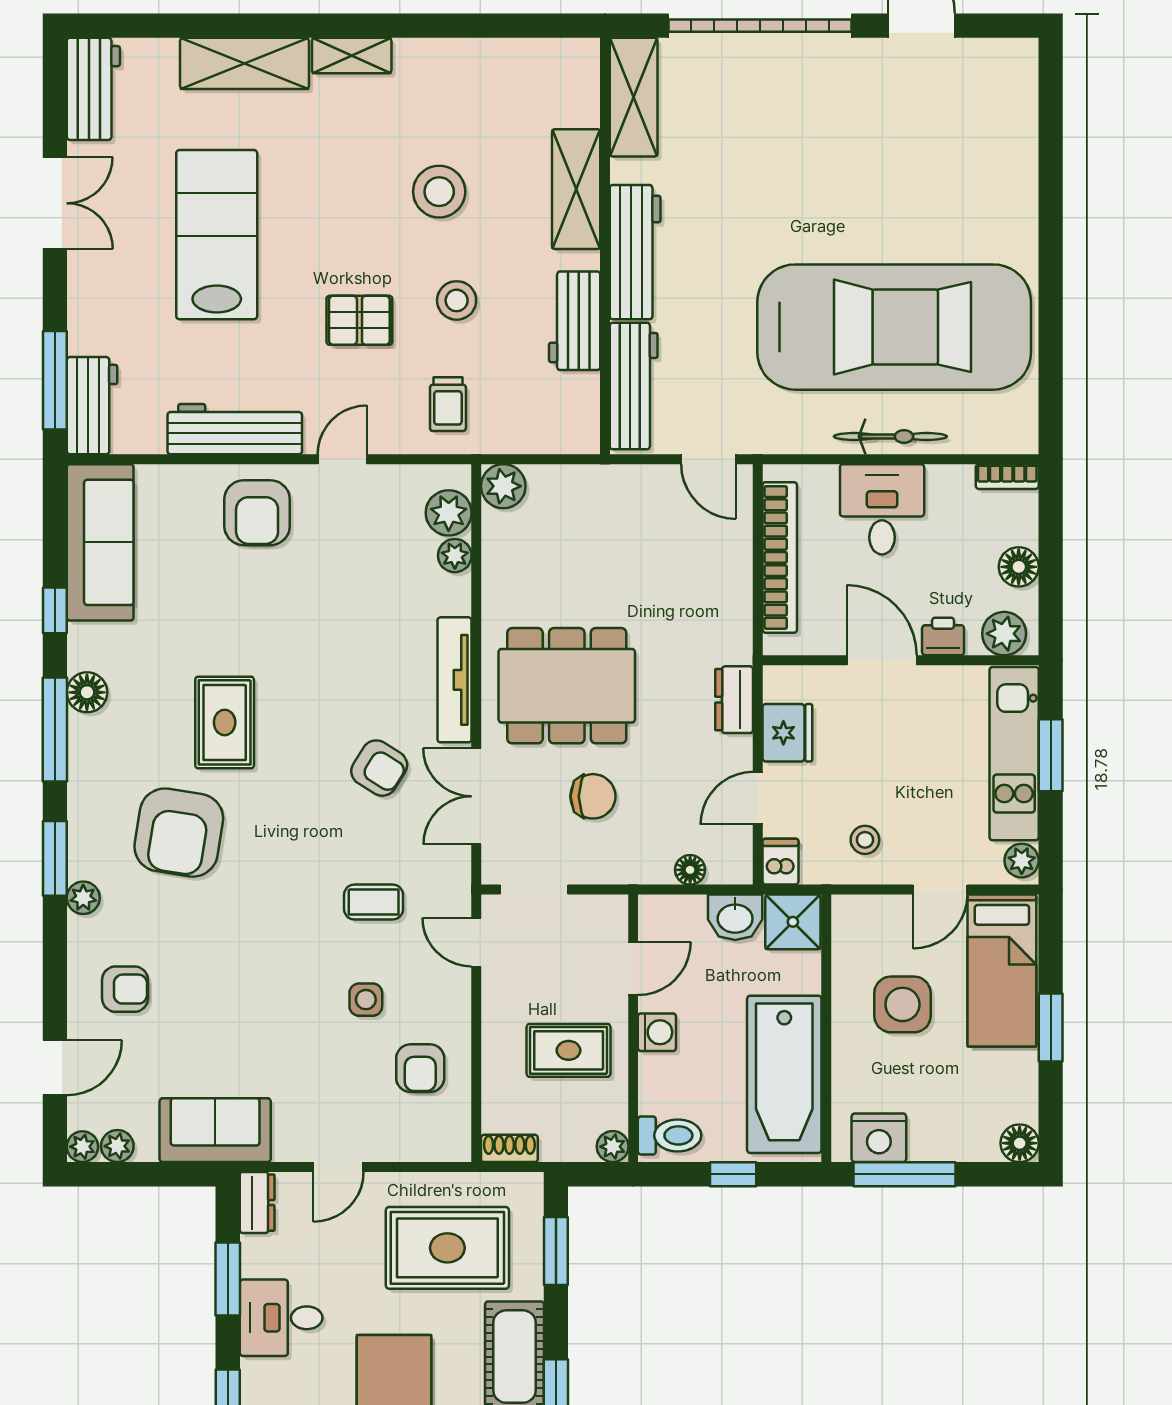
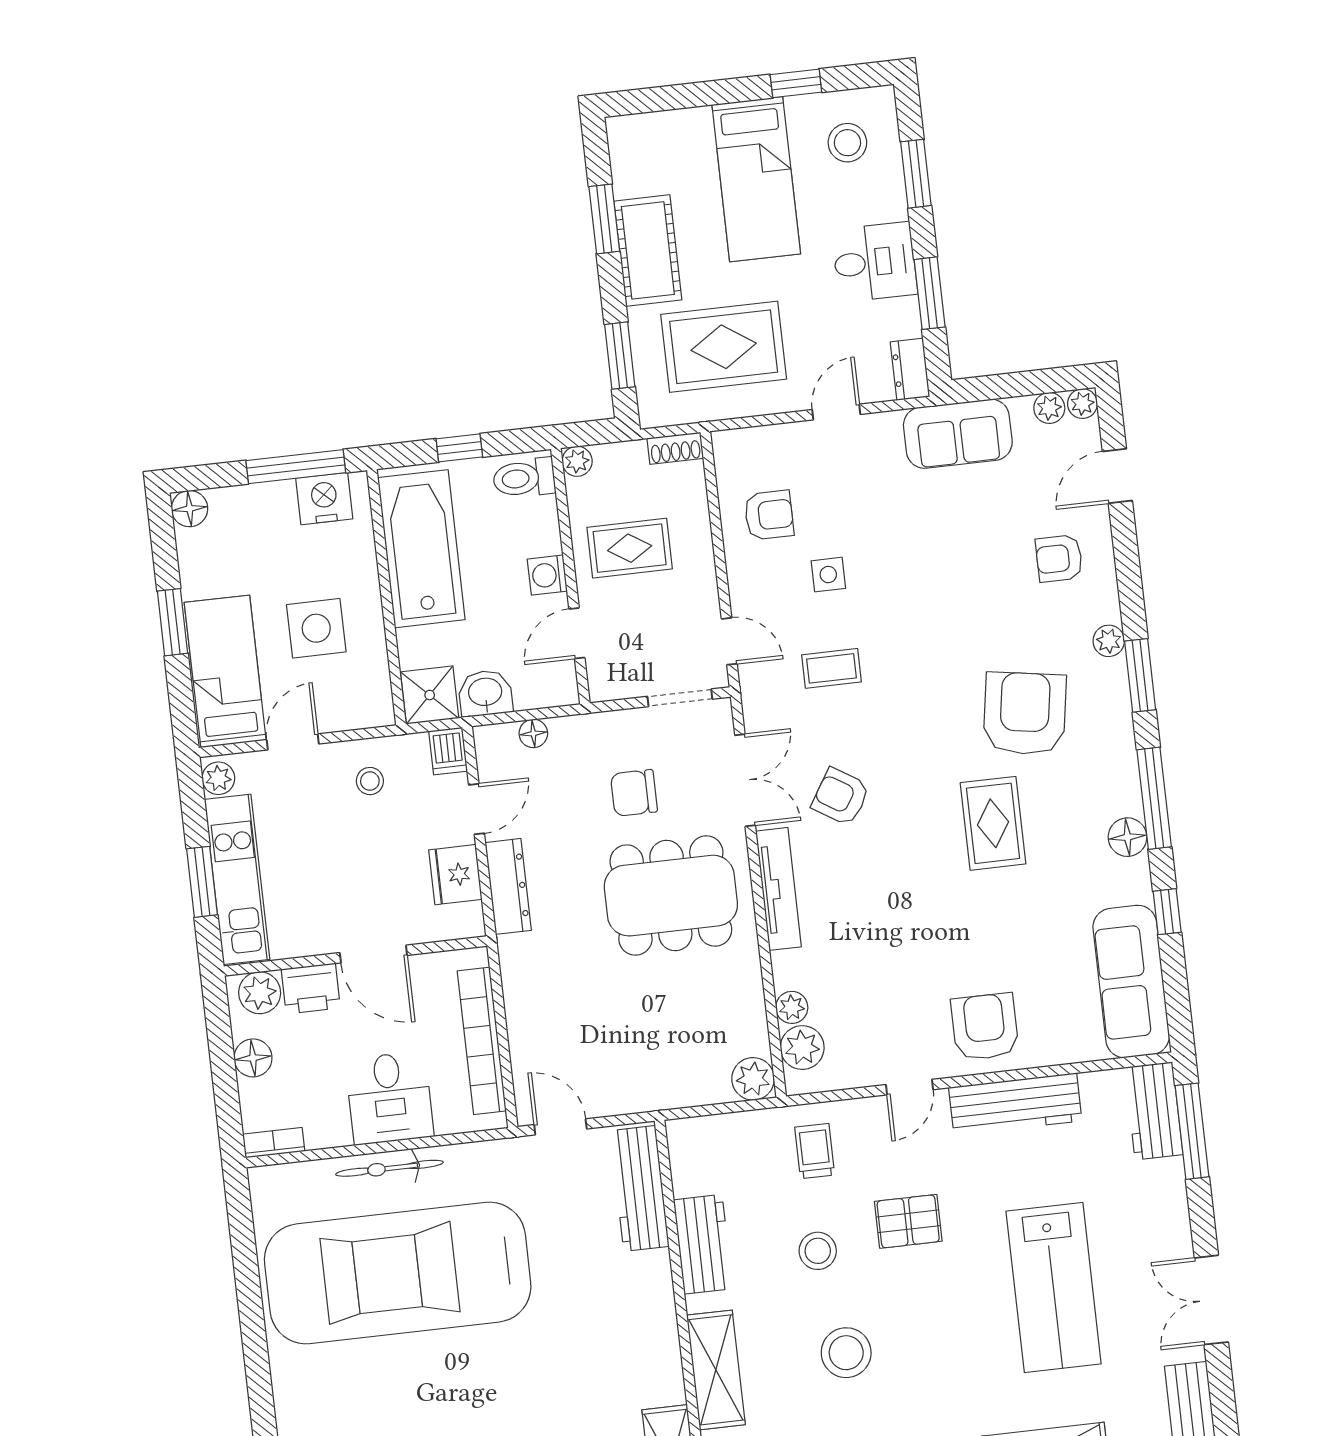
workbench: (635, 252) -> (653, 1316), removed
printer: (943, 636) -> (311, 988), width x1.36, depth x1.24
dresser: (734, 700) -> (508, 886), width x1.44
armchair: (420, 1068) -> (769, 515), turned 90

